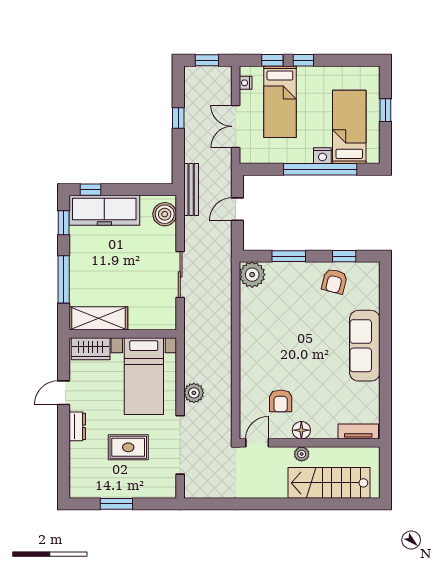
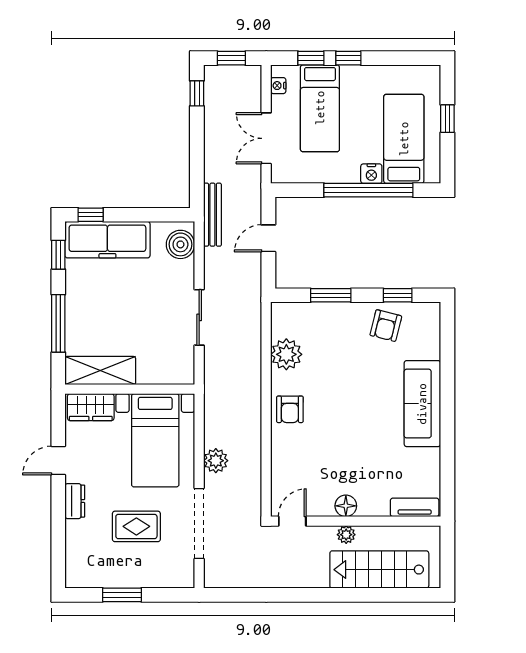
window: (178, 118) -> (197, 93), moved
plant: (252, 275) -> (286, 354), moved
armchair: (281, 401) -> (290, 409), moved

